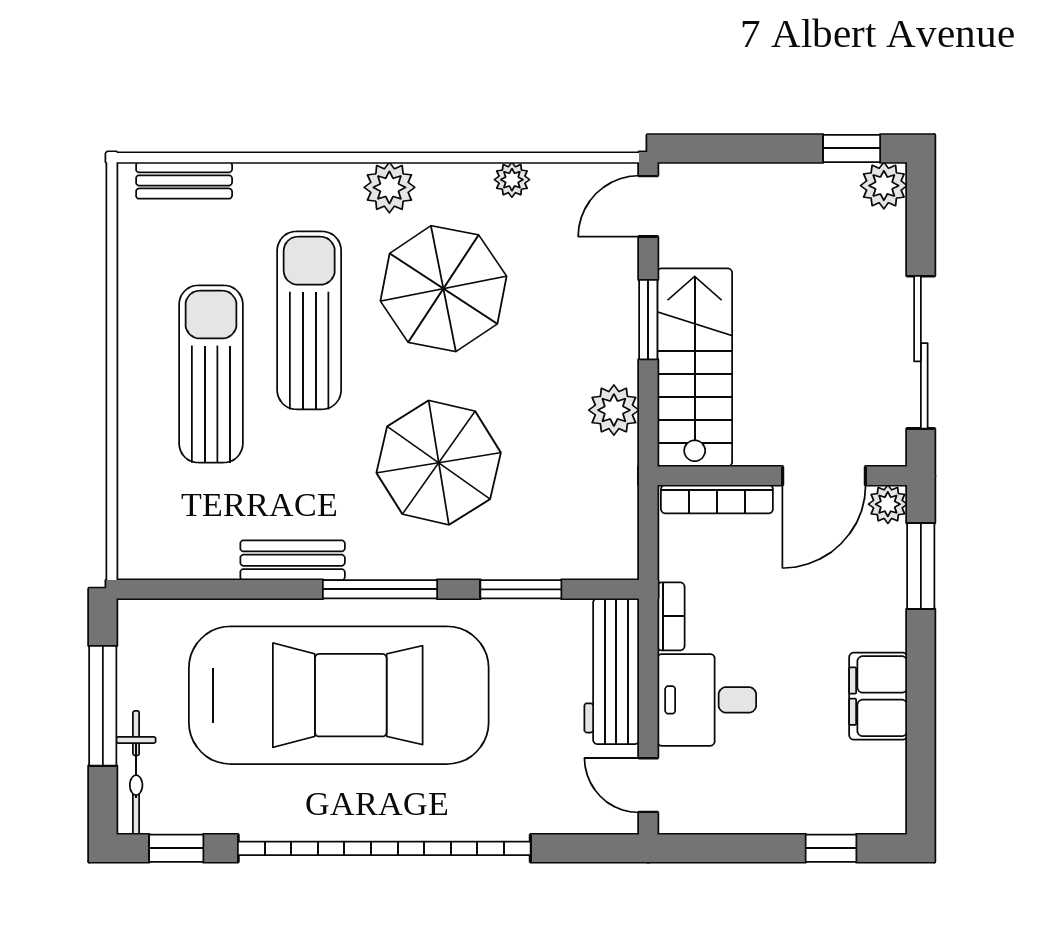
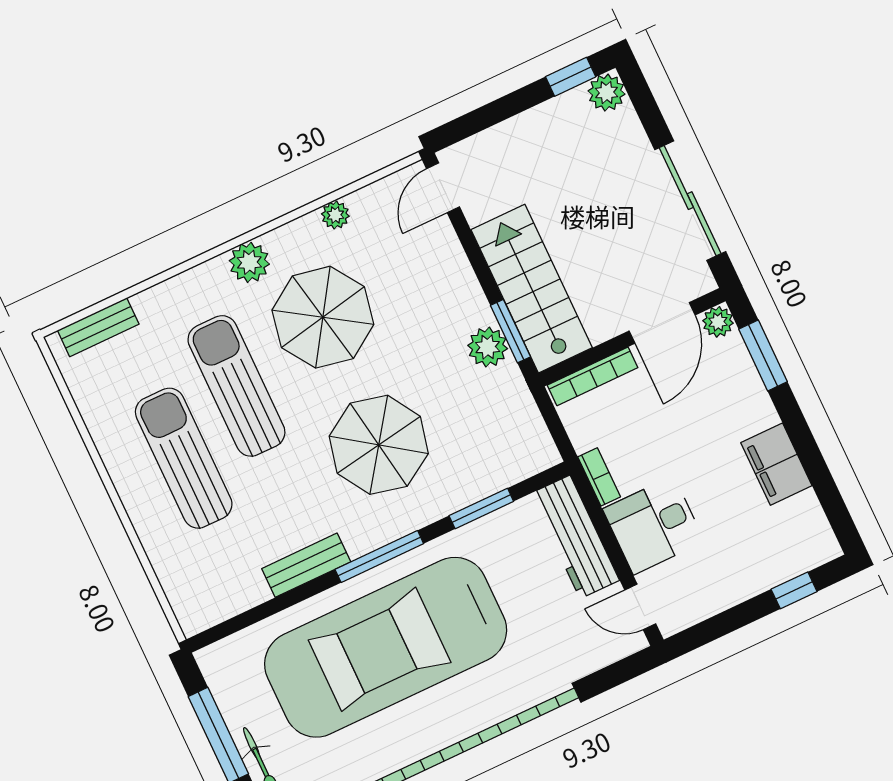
window: (648, 320) -> (510, 331), moved
car: (339, 695) -> (386, 647), turned 180

